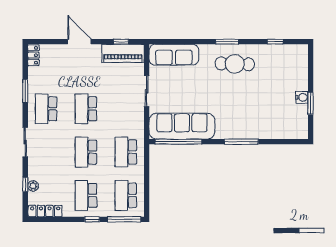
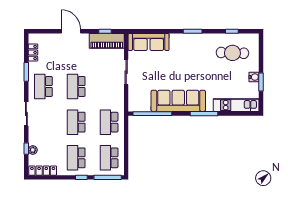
locker: (33, 55) -> (33, 52), moved
cafe table: (235, 64) -> (232, 53), moved
sofa: (182, 126) -> (178, 101), moved
kitchen unit: (280, 131) -> (236, 105), added

